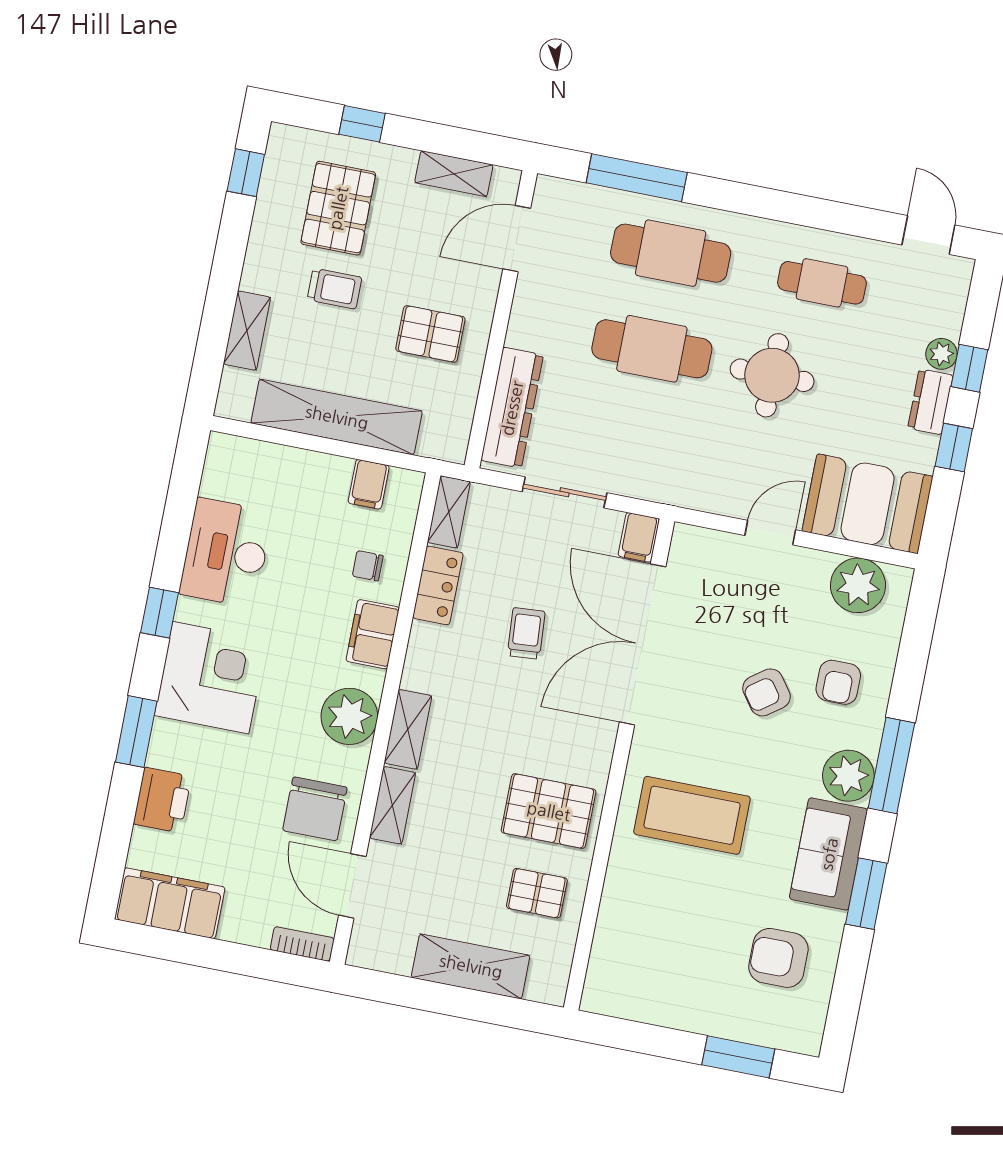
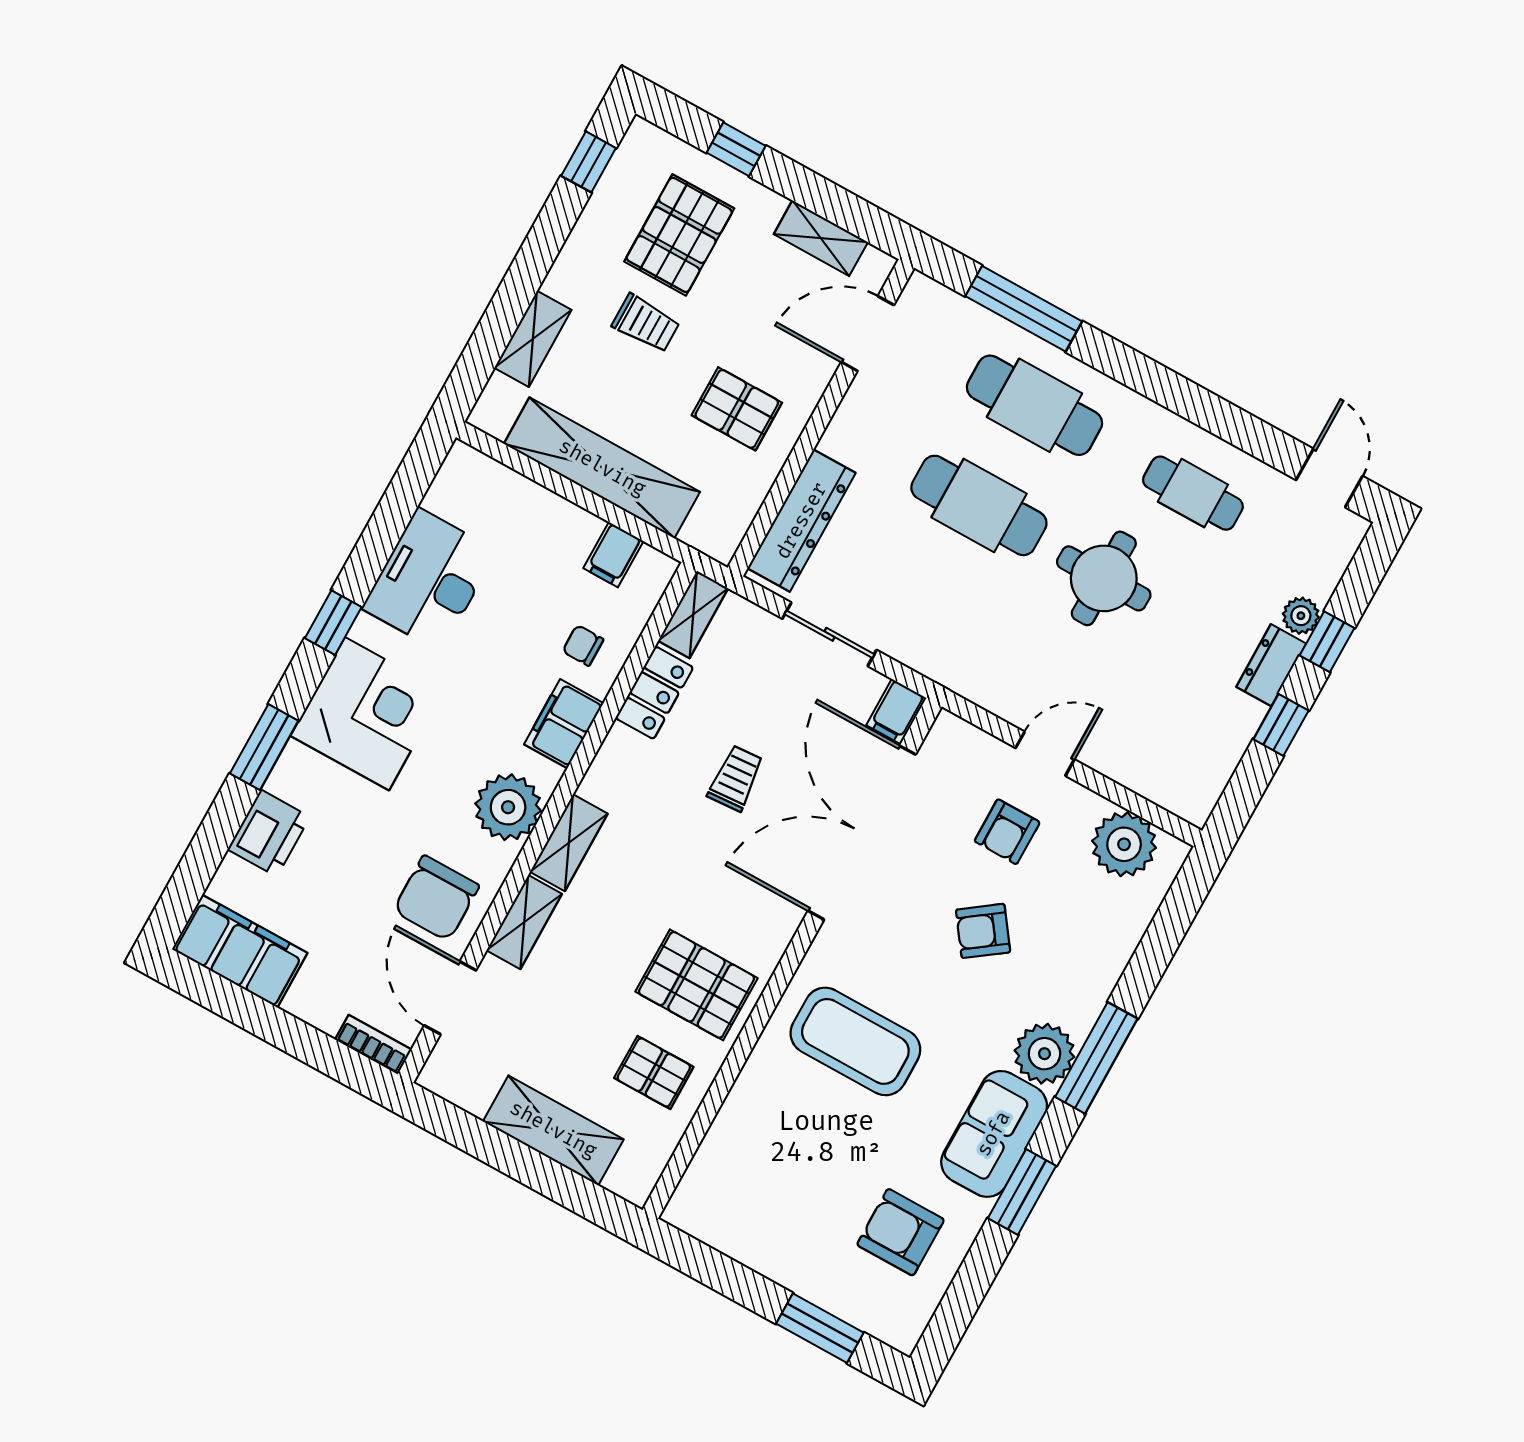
booth: (868, 504) -> (1164, 757), removed
armchair: (838, 682) -> (1007, 832), moved

